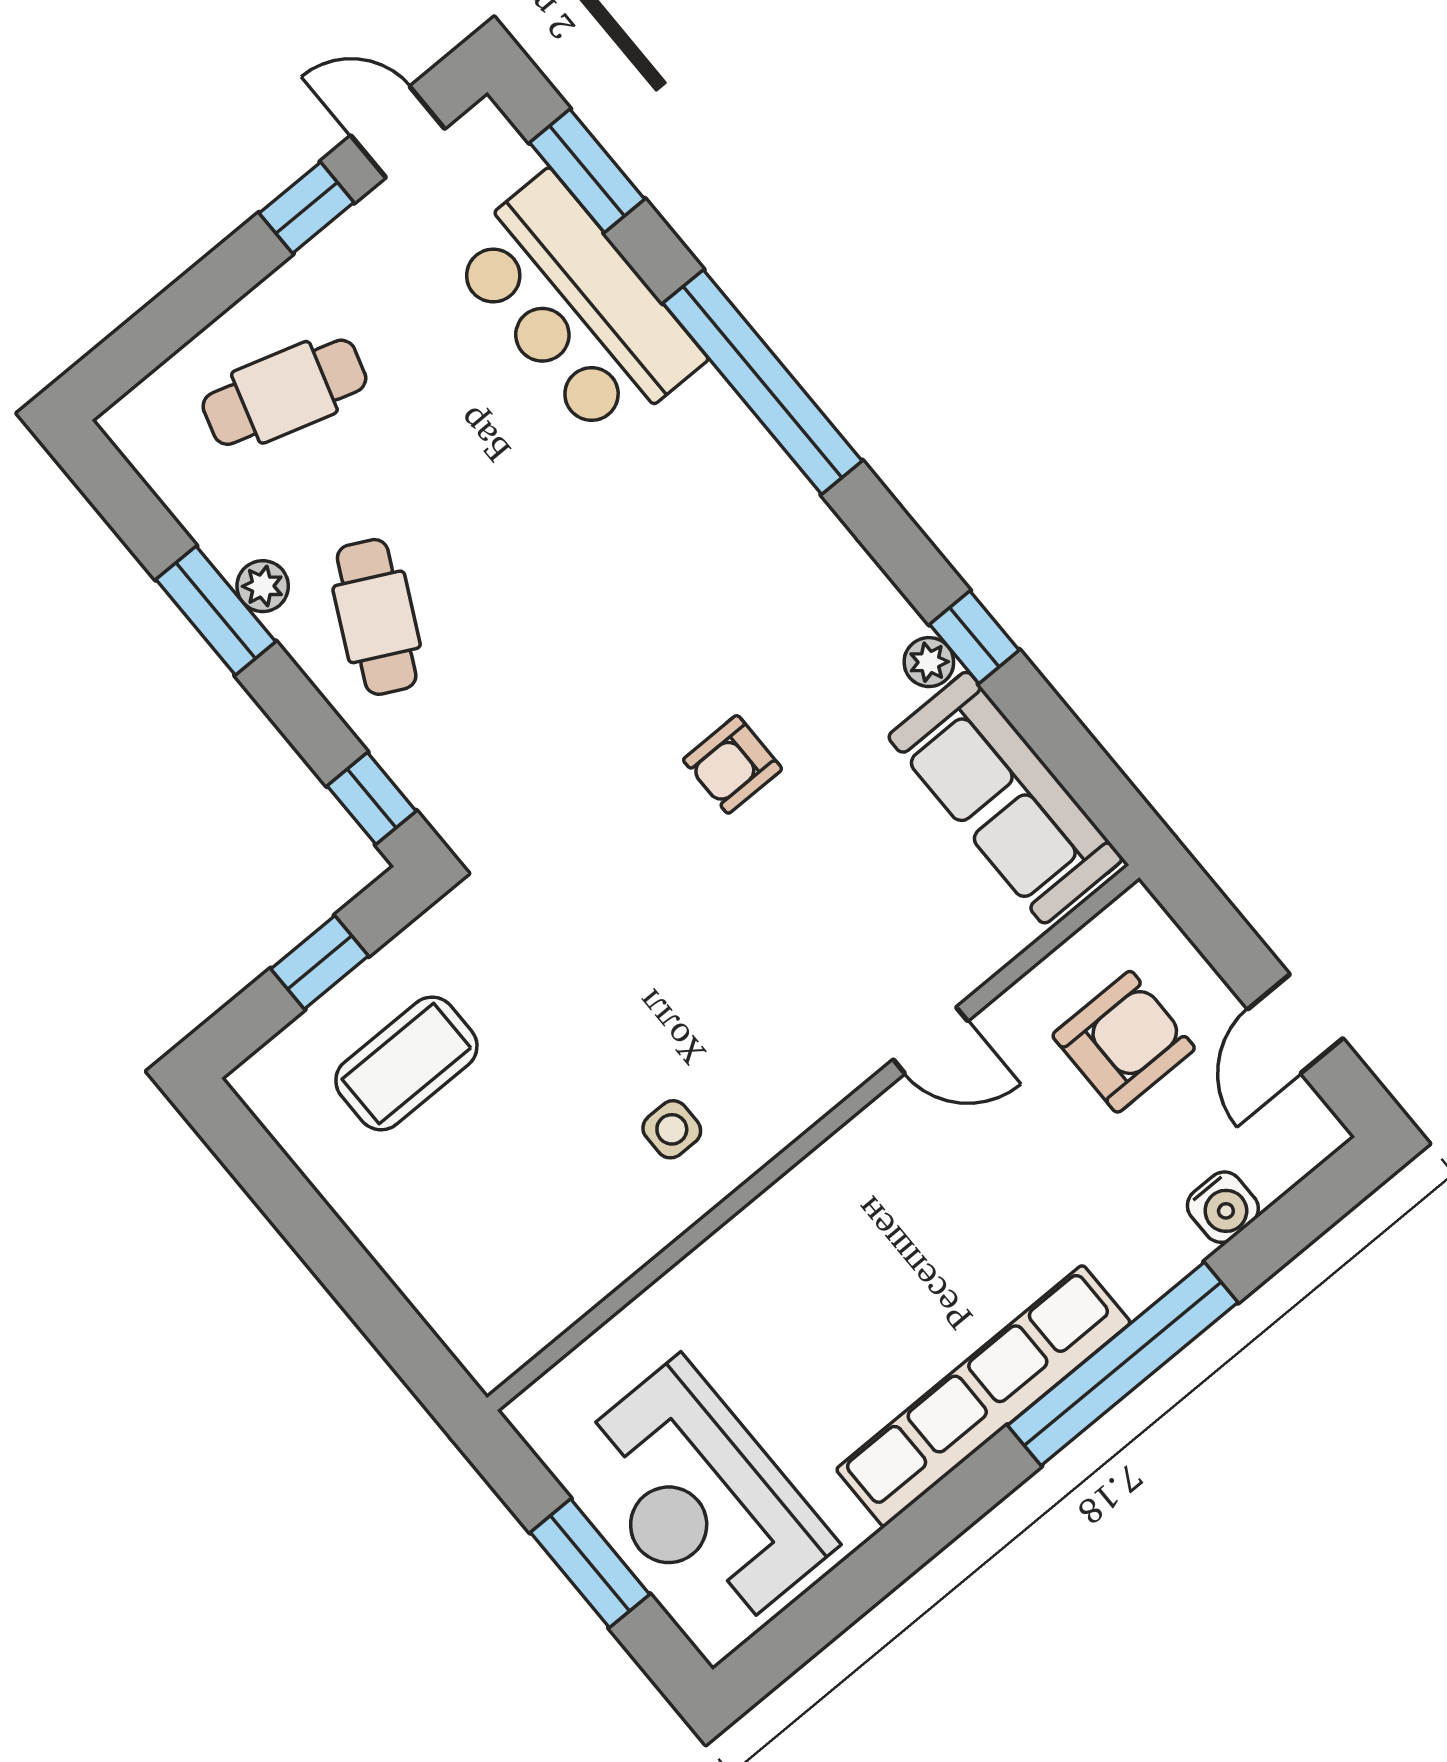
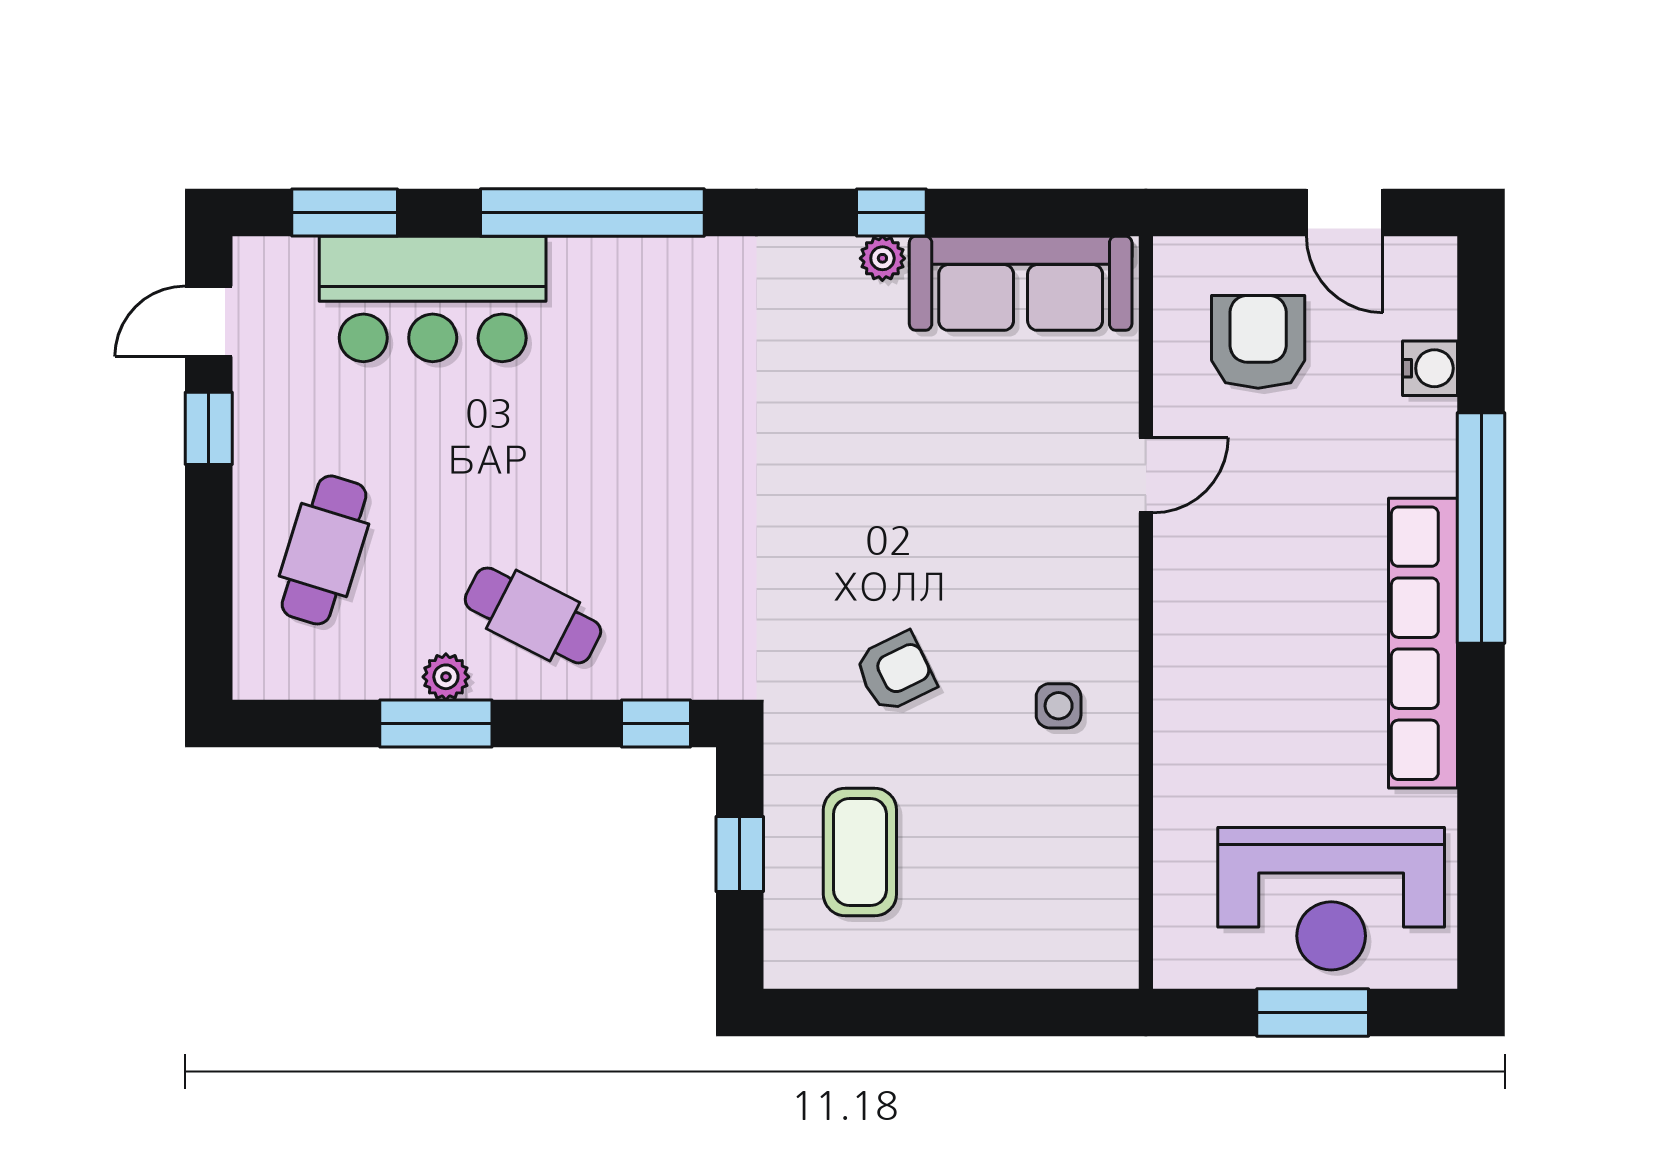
armchair: (733, 764) -> (895, 672), moved, turned -116

